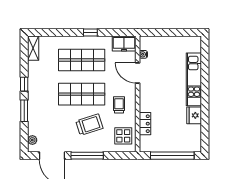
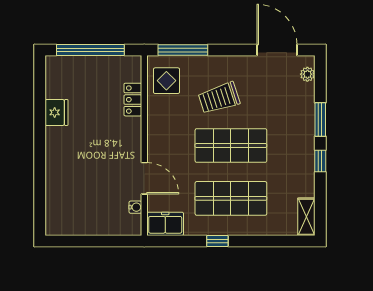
kitchen unit: (194, 79) -> (57, 168), removed
trolley: (119, 105) -> (173, 129), removed
window: (87, 156) -> (183, 50), moved

